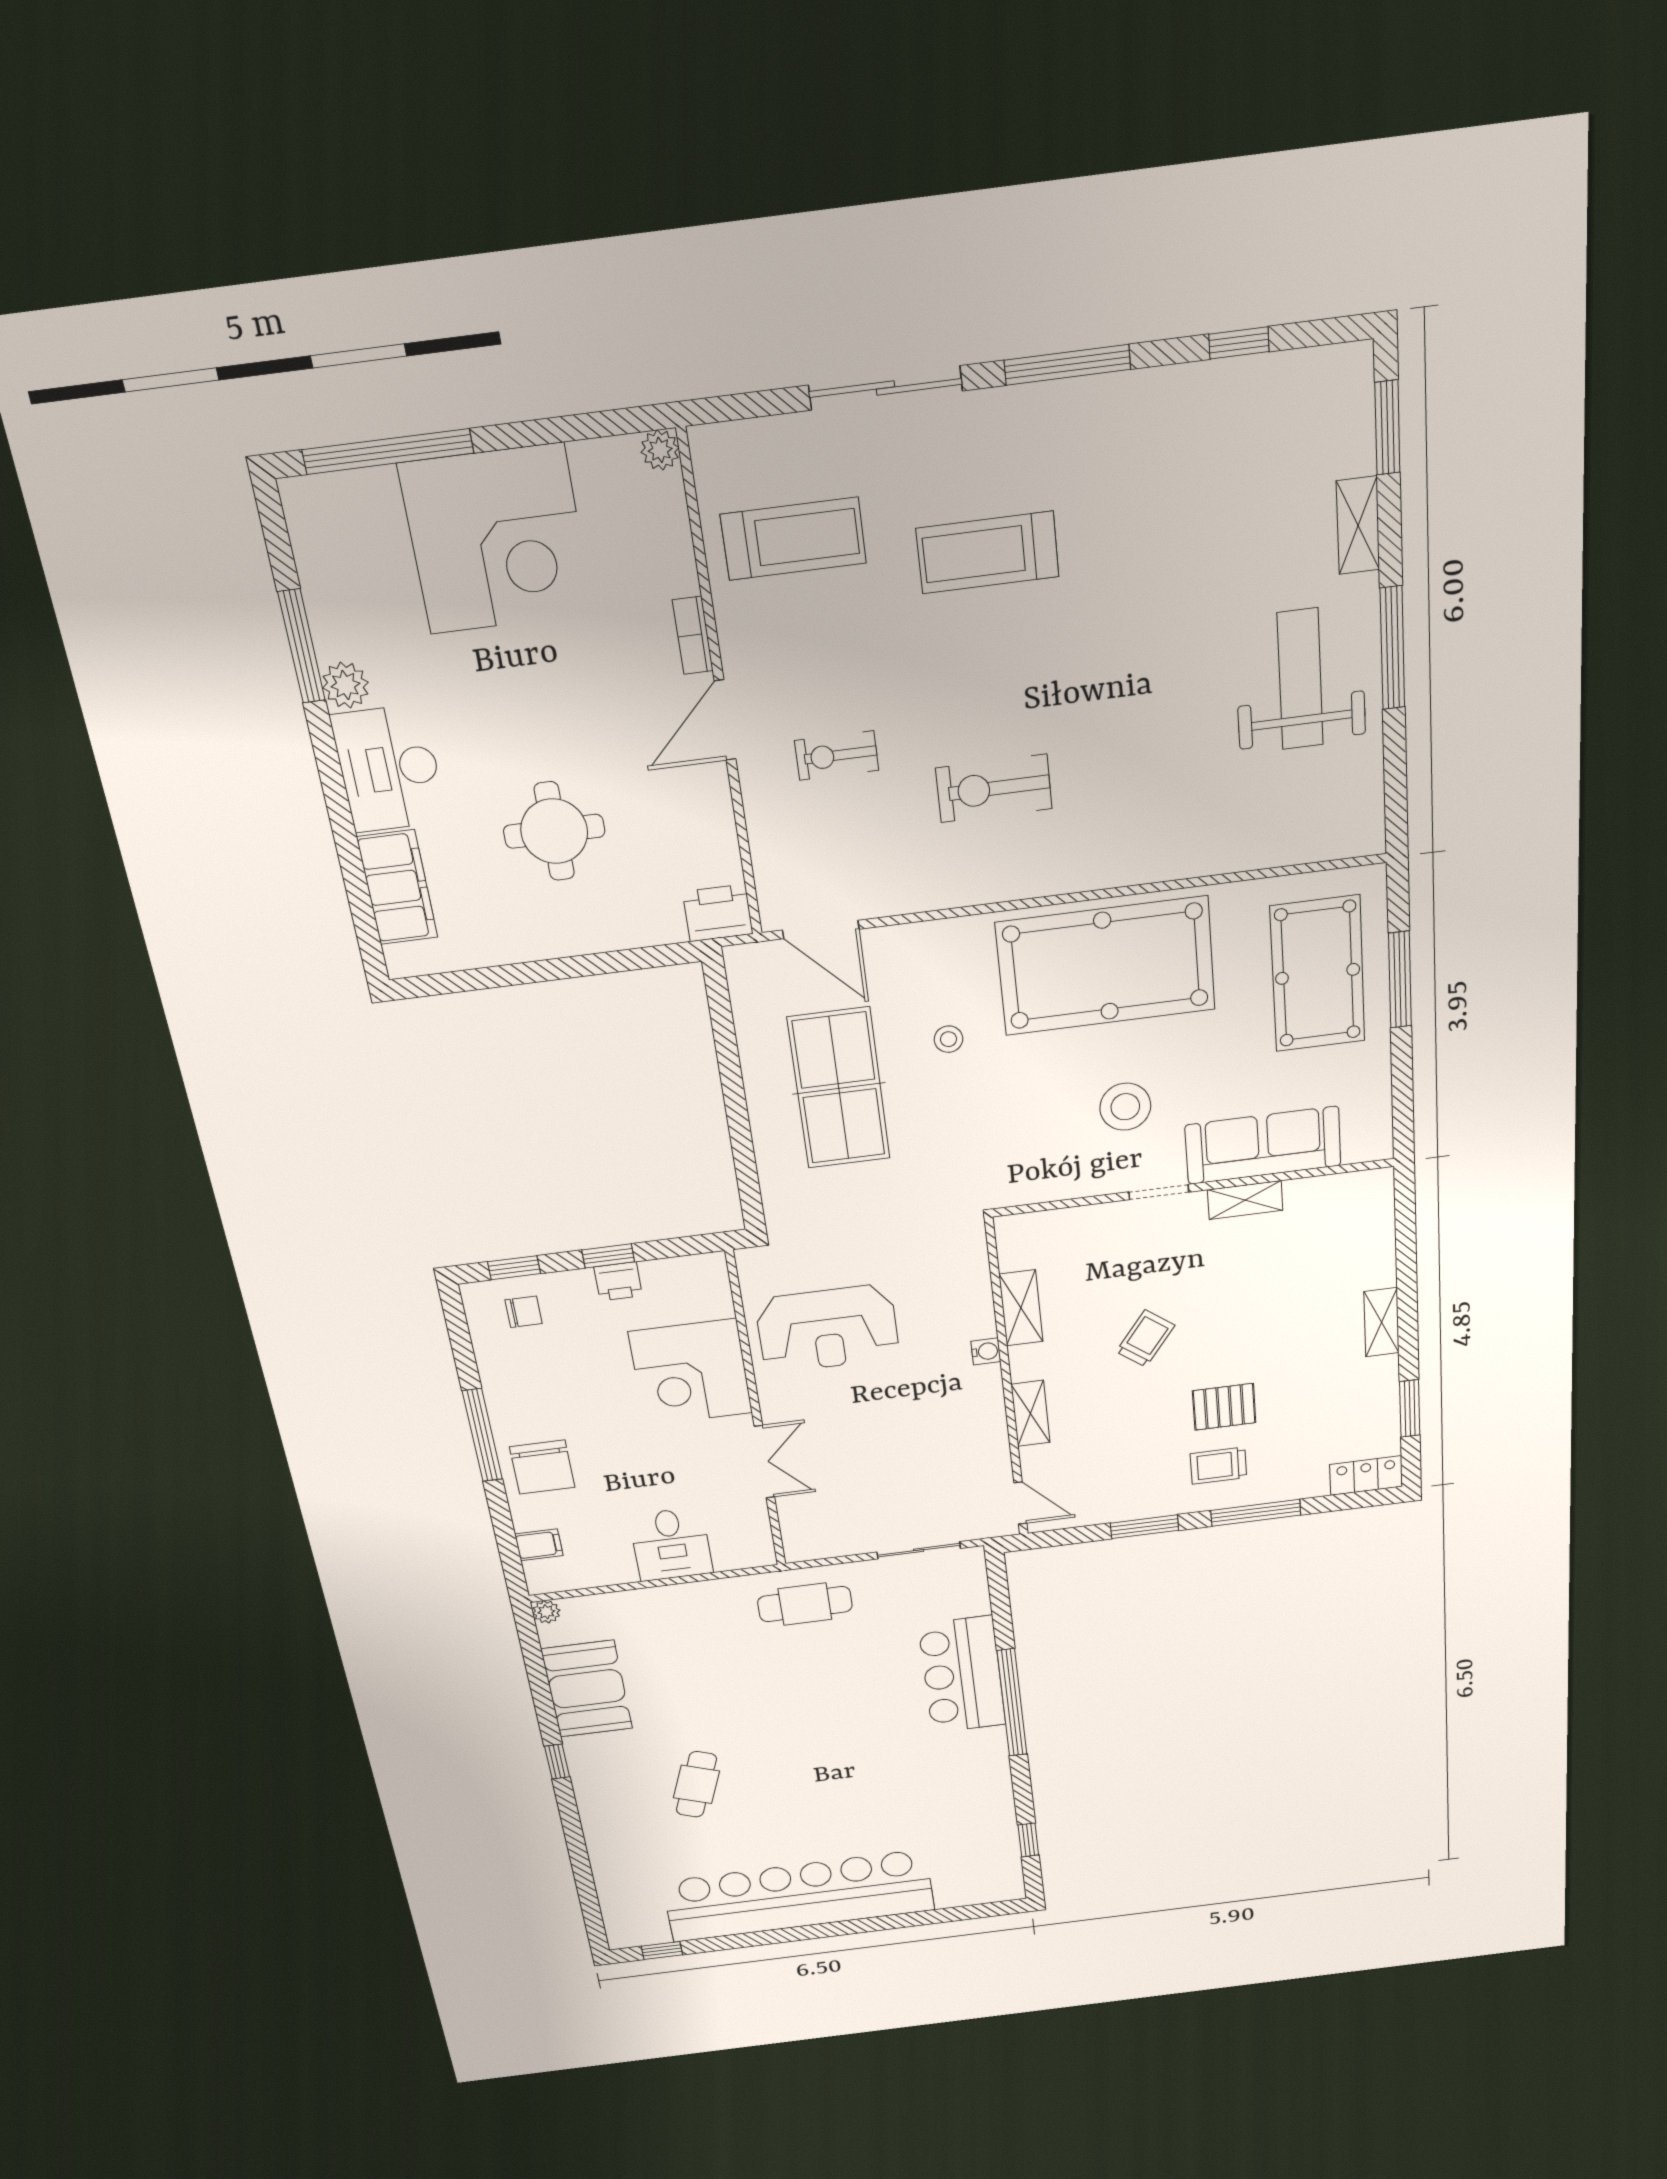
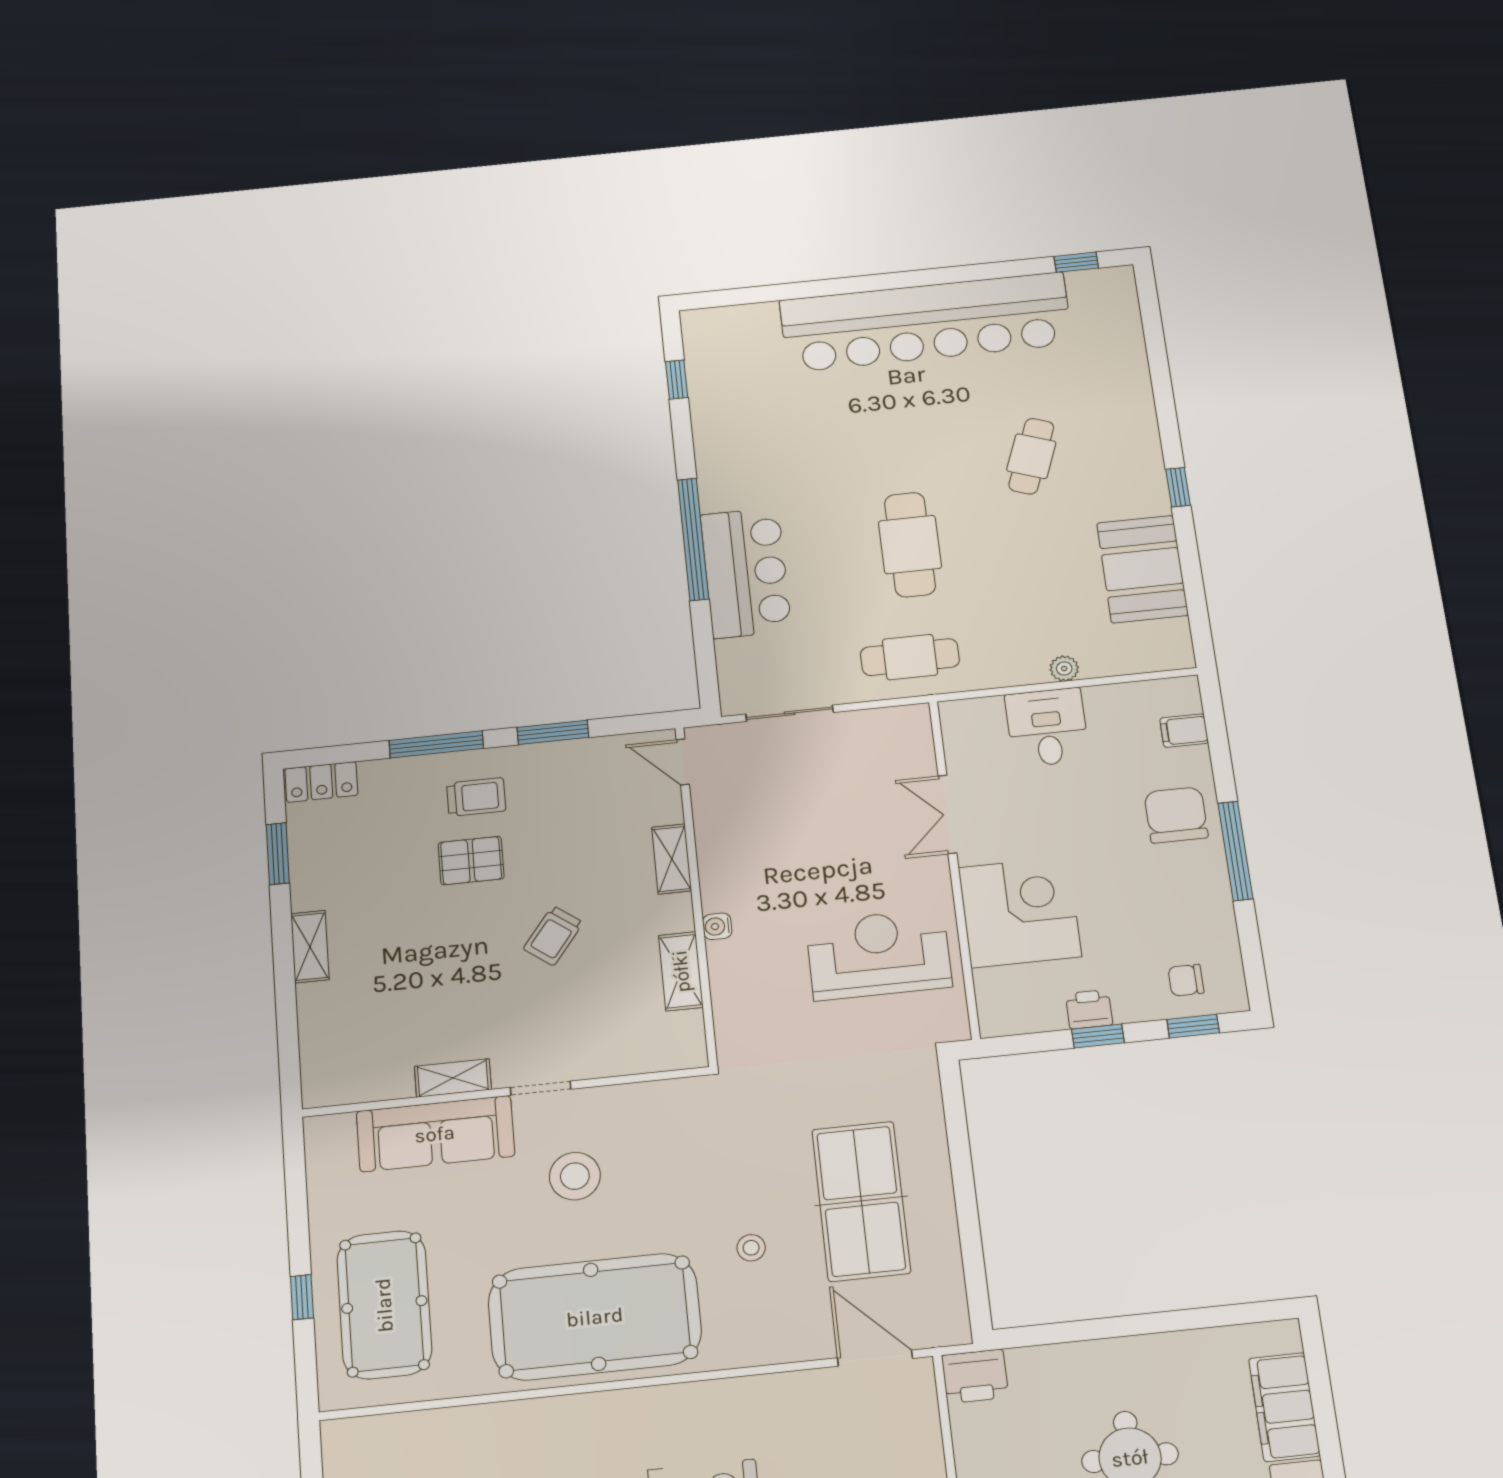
window: (1400, 980) -> (302, 1297), width x0.46
plant: (546, 1612) -> (1064, 669), moved
cafe table: (808, 1704) -> (910, 545), added

